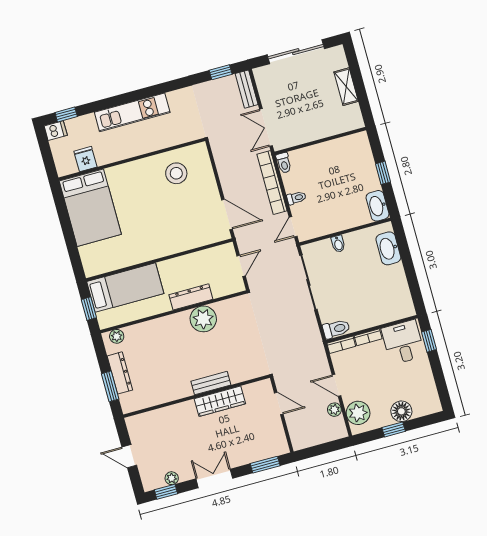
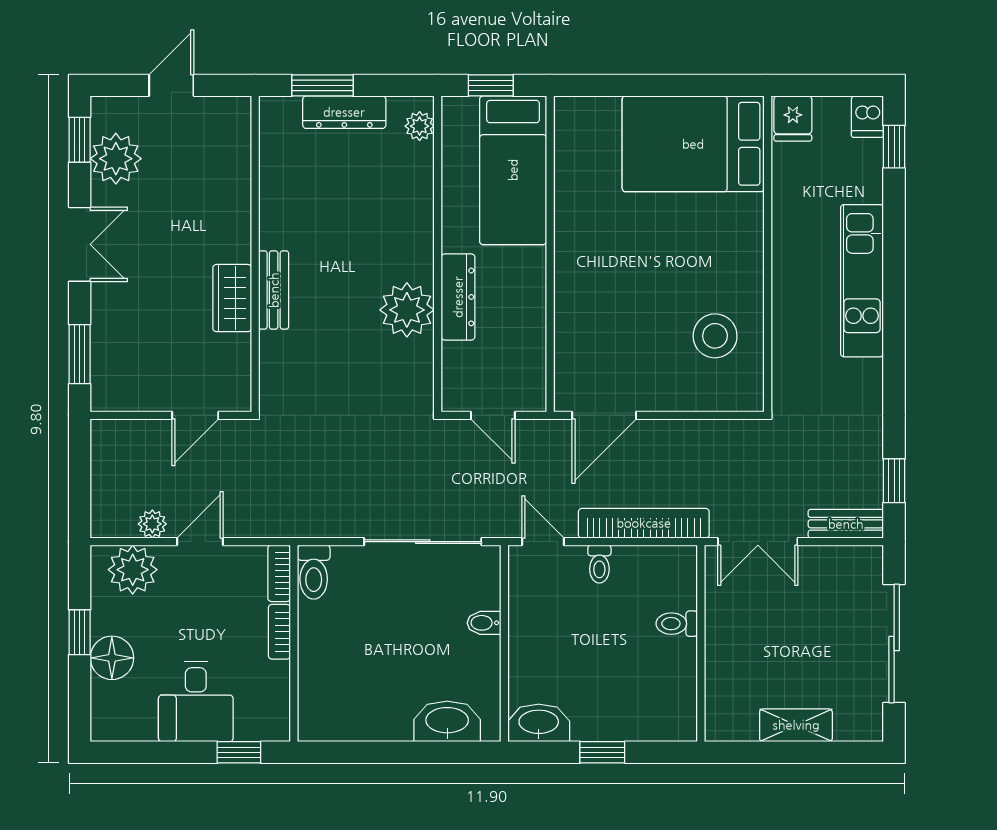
double door: (266, 127) -> (758, 542), swing flipped
fridge: (85, 159) -> (793, 118), moved, turned 90
toilet: (284, 163) -> (677, 624), moved
desk: (403, 342) -> (196, 702), moved, turned 90
wardrobe: (220, 401) -> (232, 298), width x0.67
plant: (172, 478) -> (116, 159), width x1.88, depth x1.88

